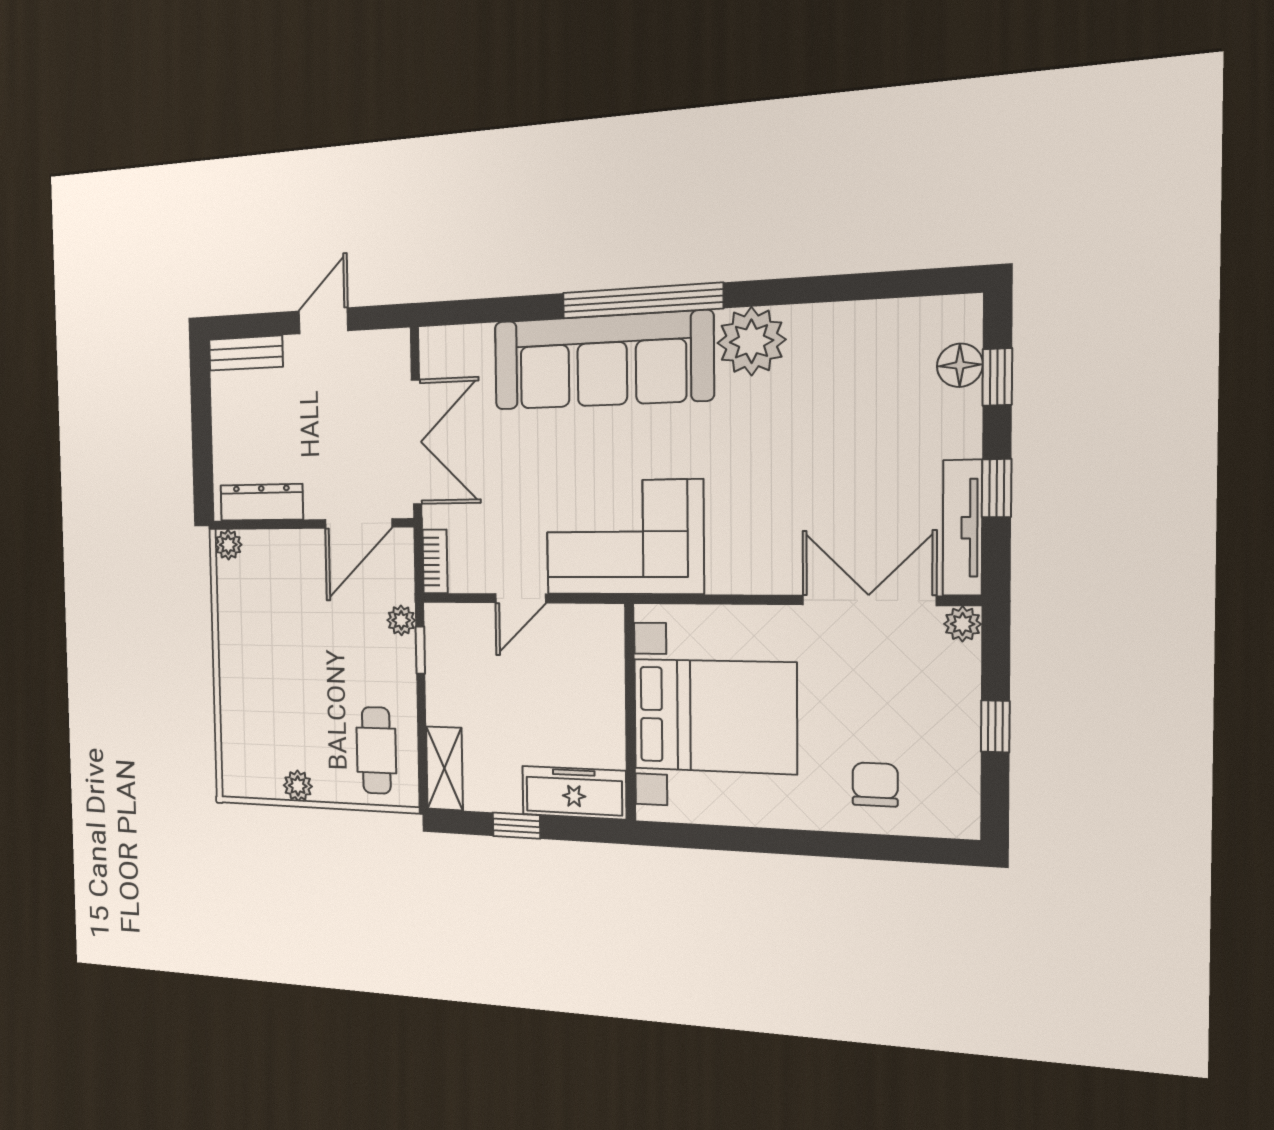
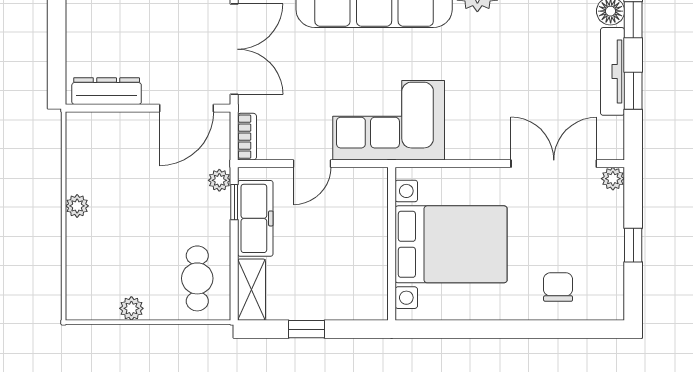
tv unit: (962, 528) -> (613, 71), moved
plant: (228, 545) -> (77, 206), moved
freezer: (574, 793) -> (255, 218), moved, turned 90

